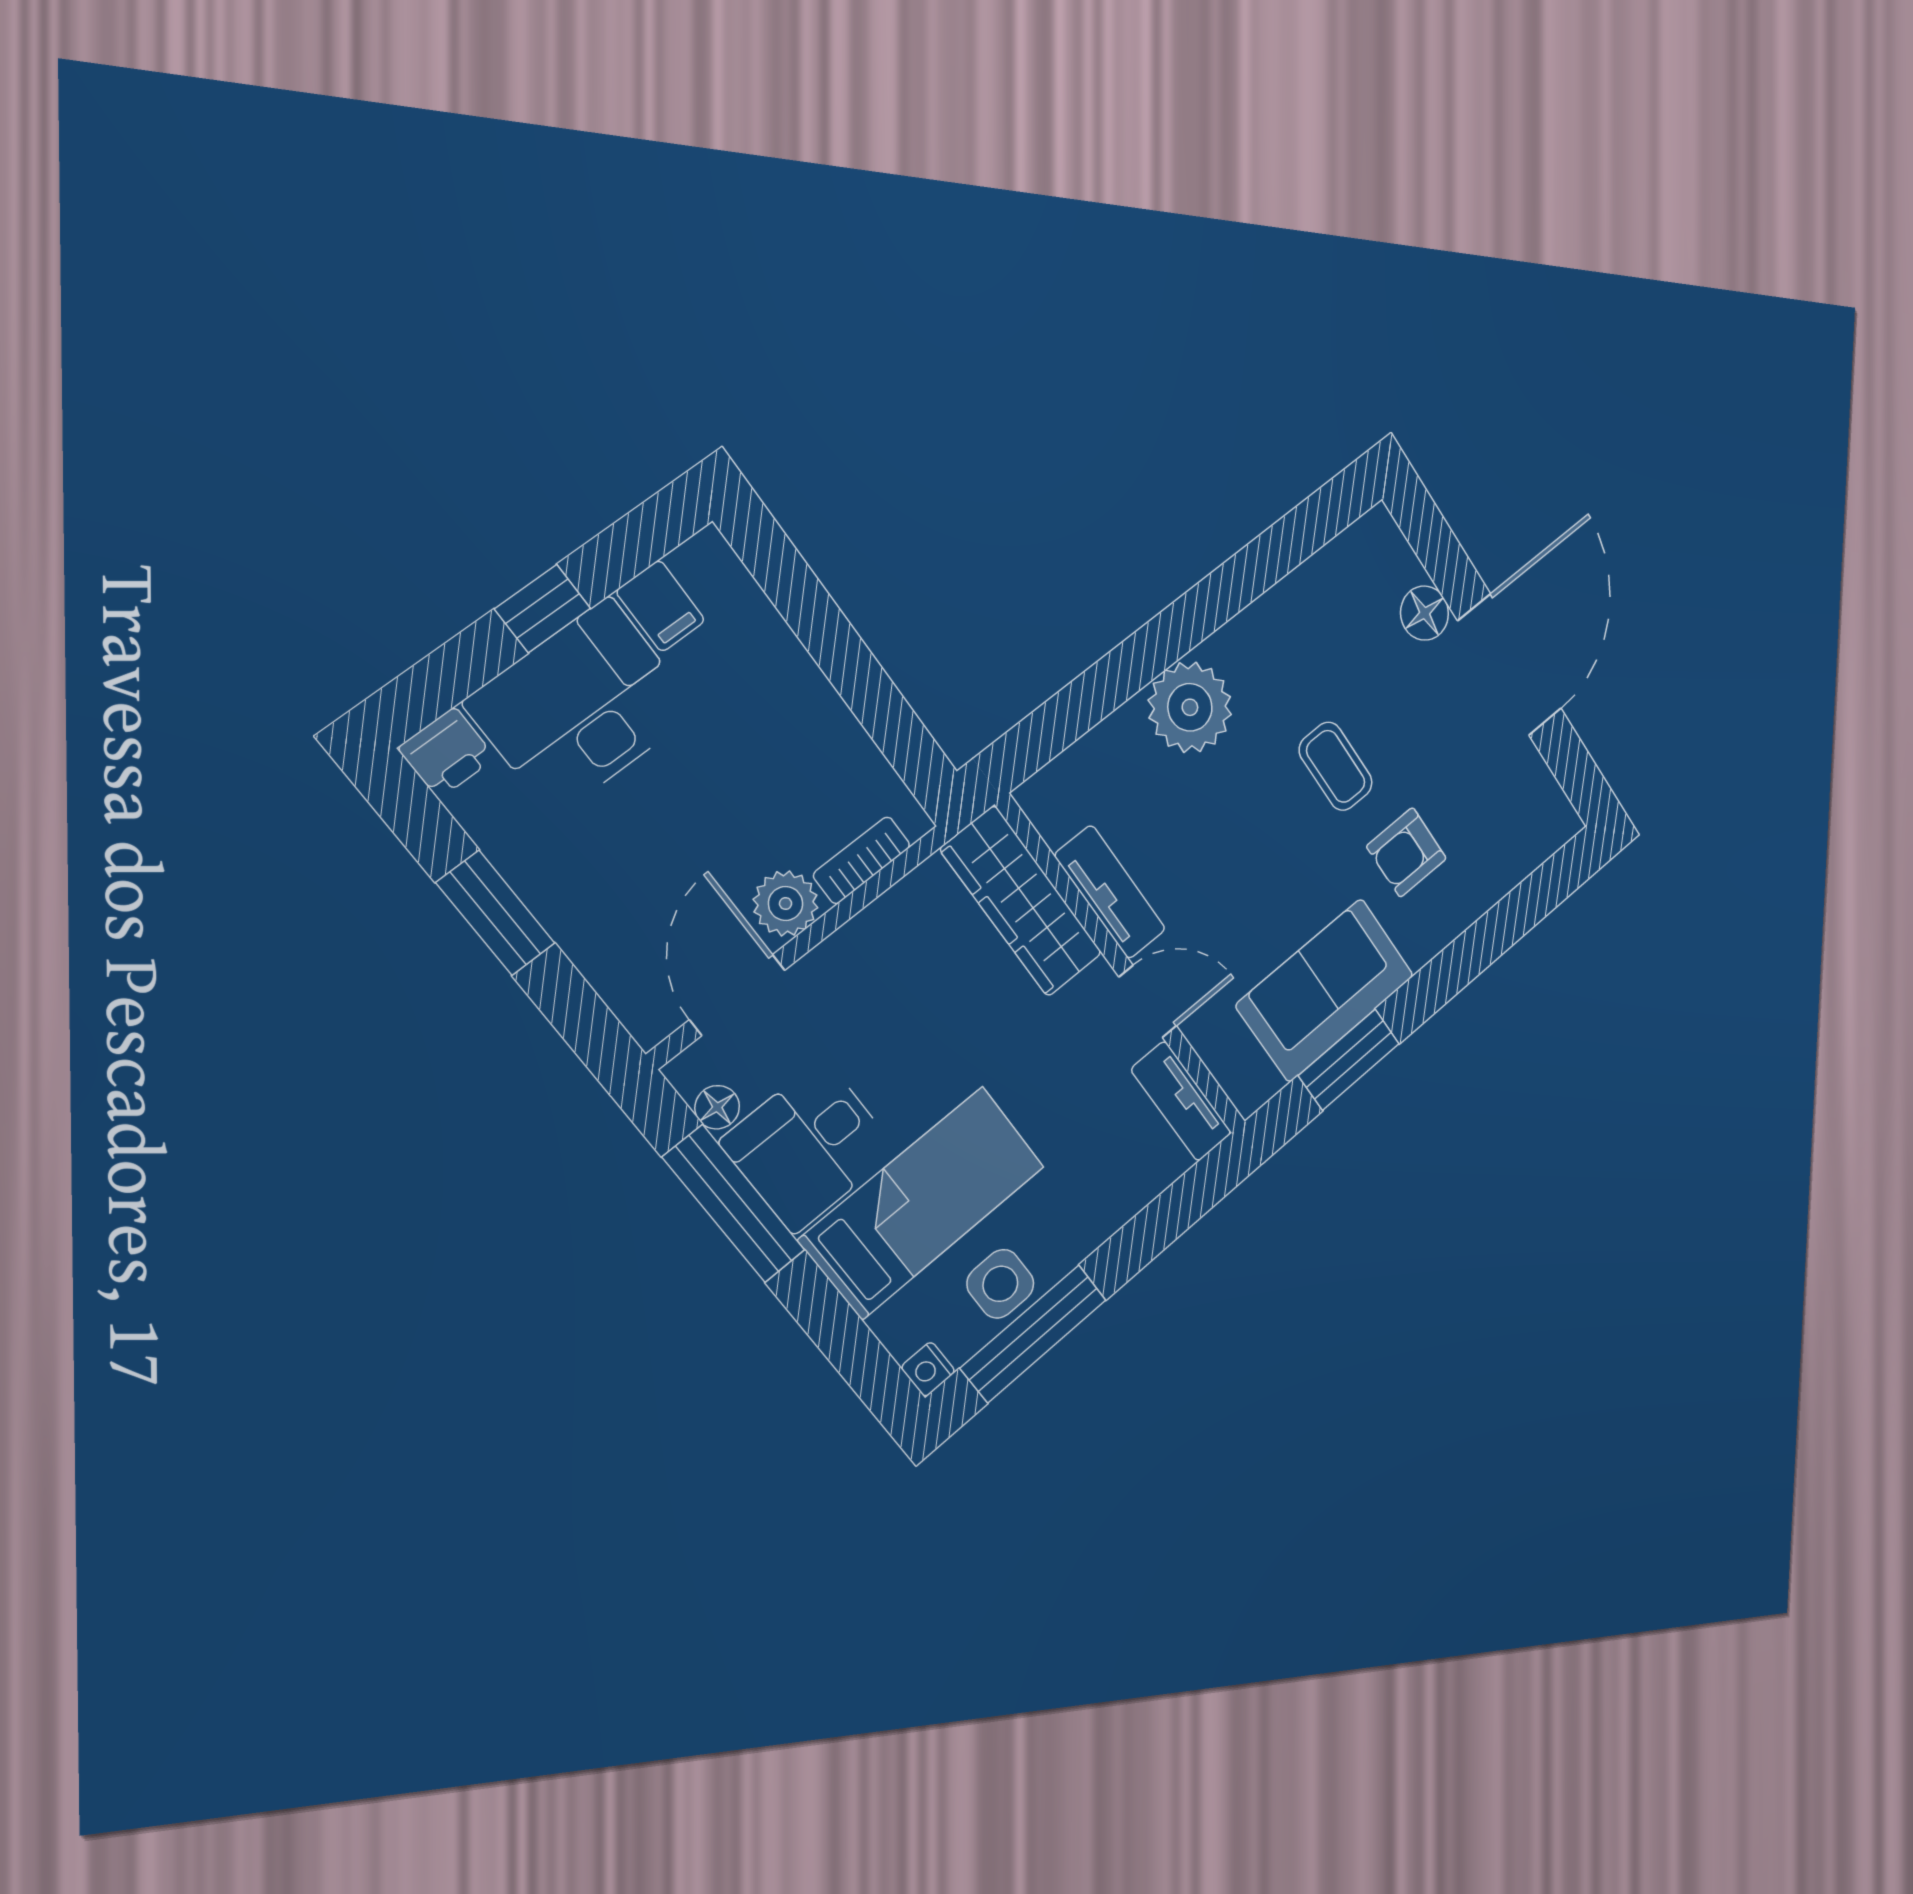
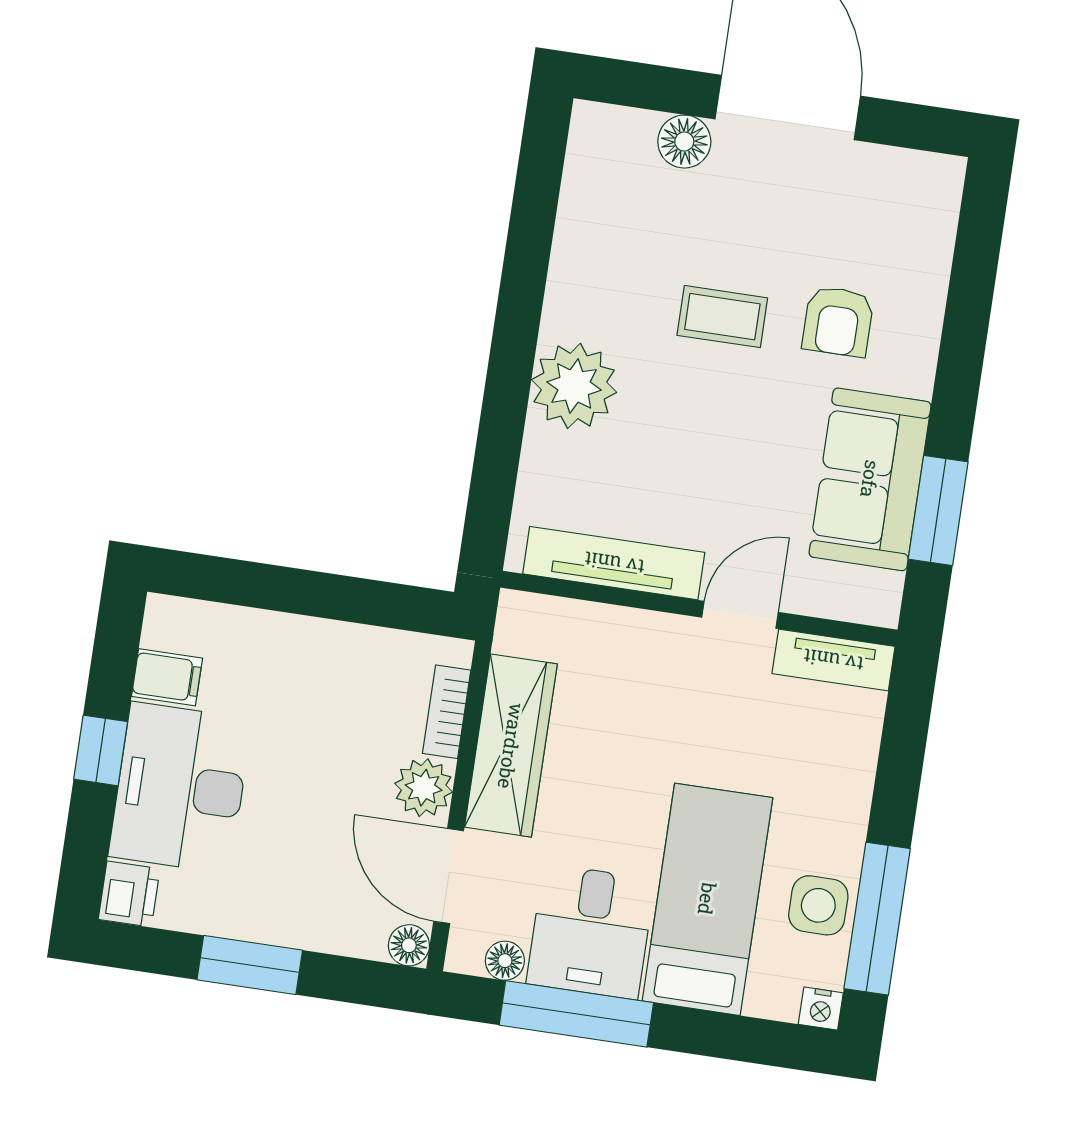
tv unit: (1110, 892) -> (614, 563), width x1.41
wardrobe: (1021, 902) -> (511, 746), moved, turned -90
floor lamp: (650, 1022) -> (409, 945), added

